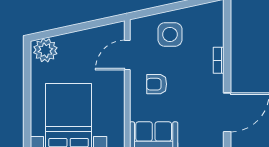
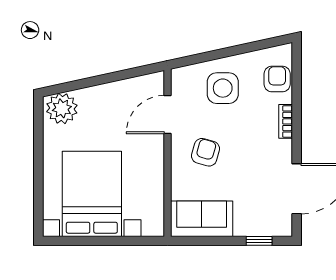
armchair: (212, 27) -> (277, 79), added
armchair: (157, 84) -> (205, 152), turned 106

